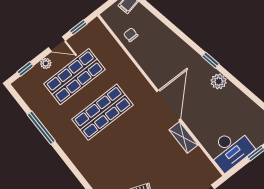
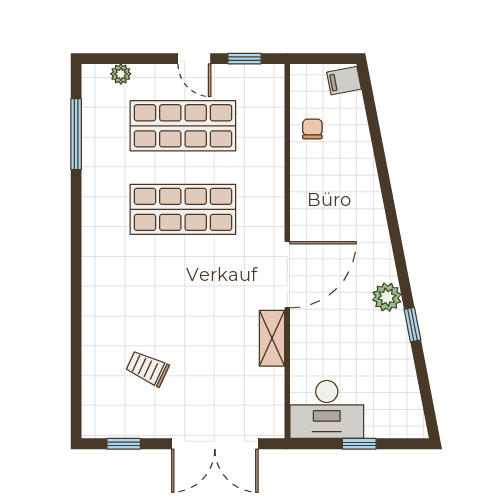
window: (211, 60) -> (412, 325), moved
plant: (46, 63) -> (121, 74), moved
window: (25, 69) -> (120, 59), removed
window: (41, 128) -> (76, 134), moved

